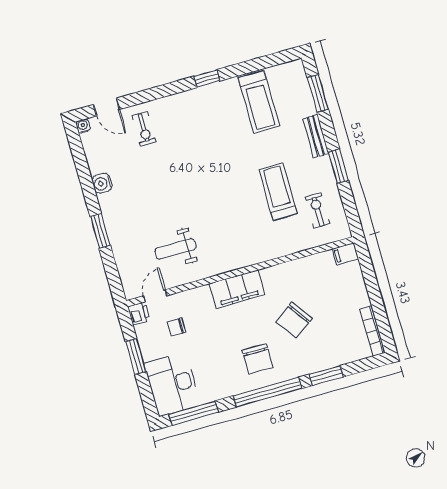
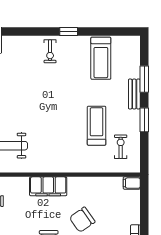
window: (318, 93) -> (144, 79), moved
exercise bike: (144, 129) -> (50, 51), moved

